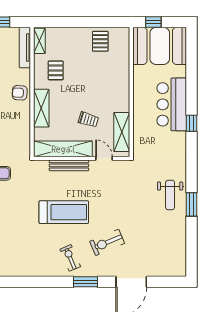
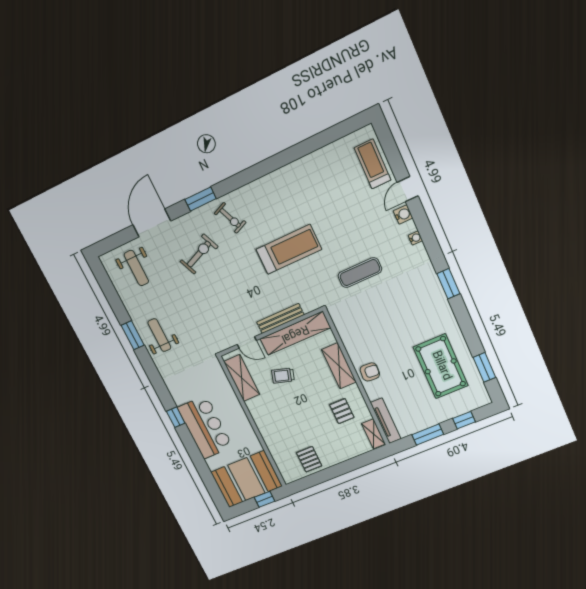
treadmill: (64, 212) -> (289, 249), moved, turned 180
weight bench: (161, 254) -> (136, 268), added

